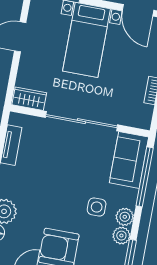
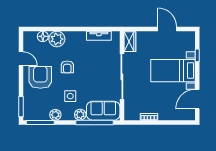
armchair: (50, 203) -> (67, 67), added
plant: (125, 217) -> (80, 115), moved

